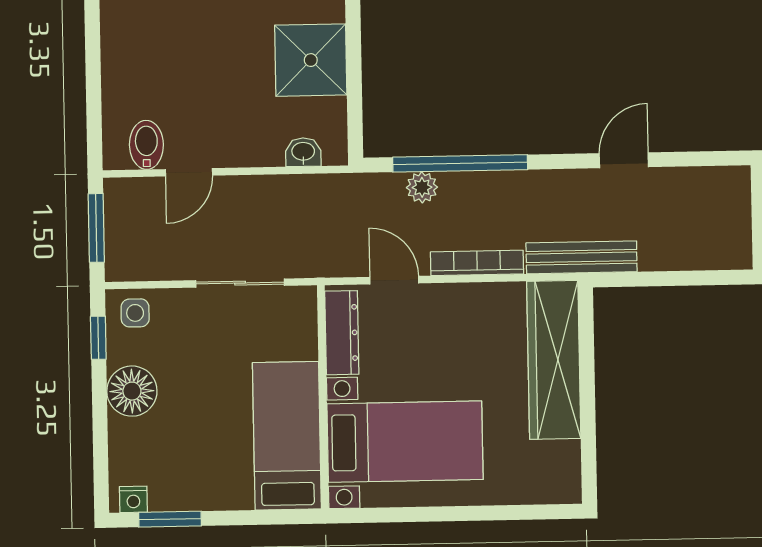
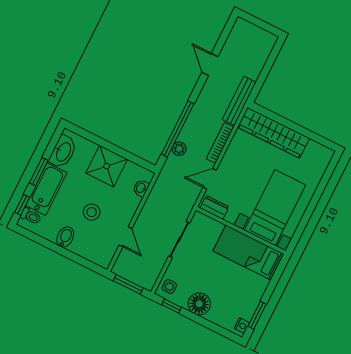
stool: (203, 78) -> (92, 212), added
bidet: (146, 145) -> (65, 237), moved, turned 90
dresser: (342, 333) -> (214, 207), width x0.70

